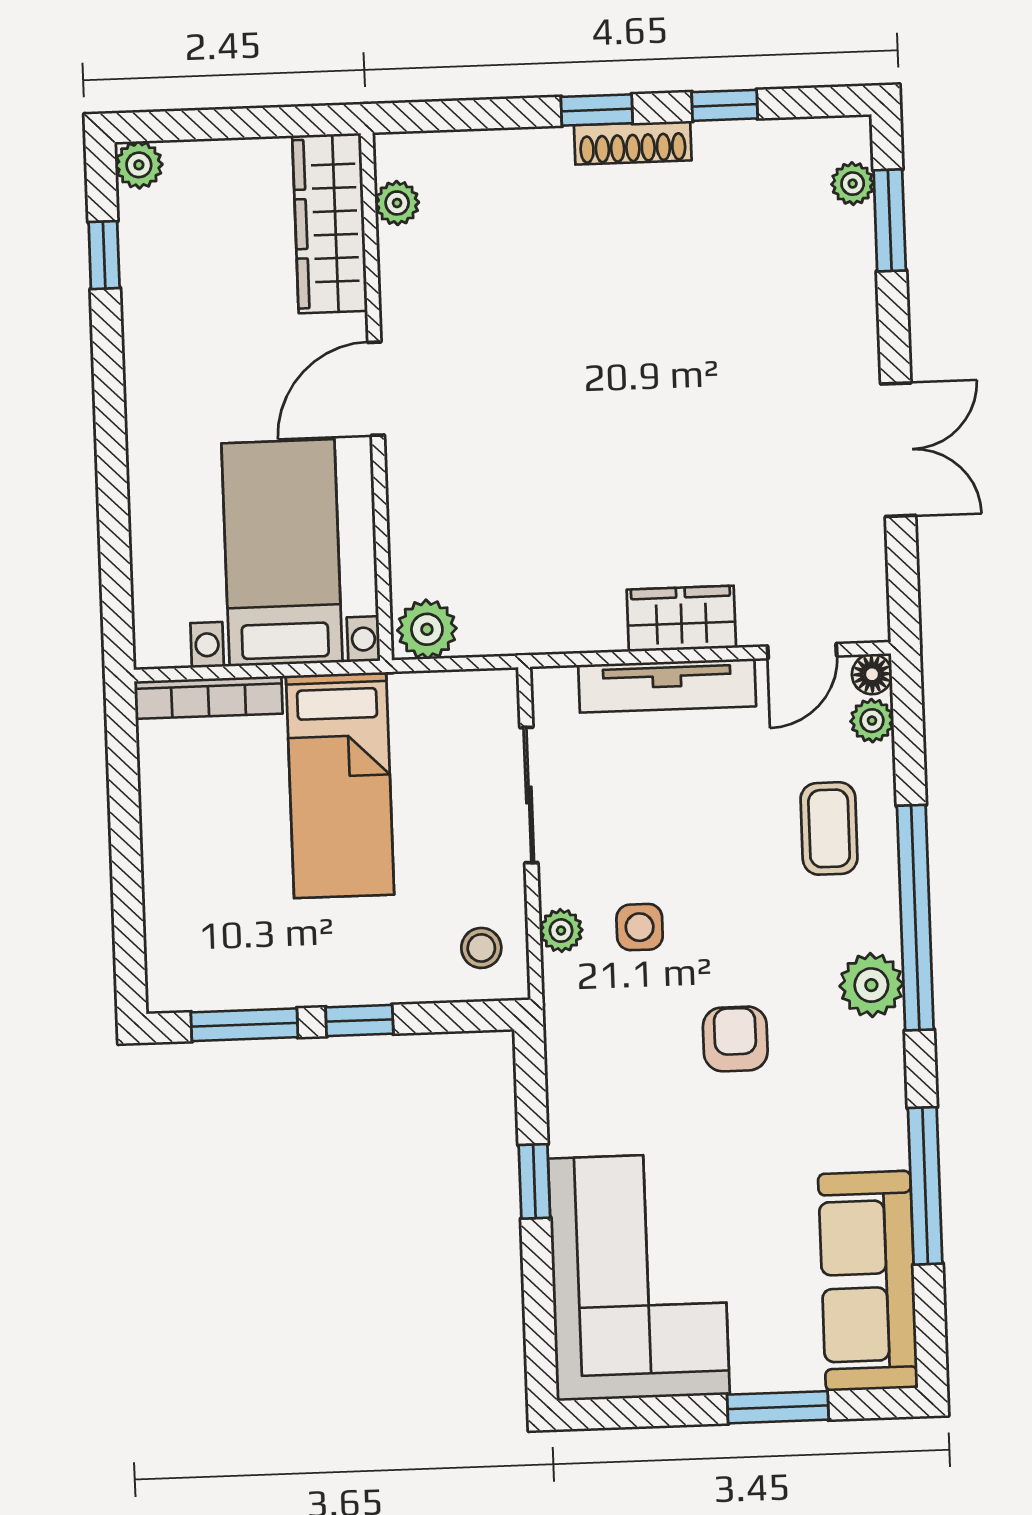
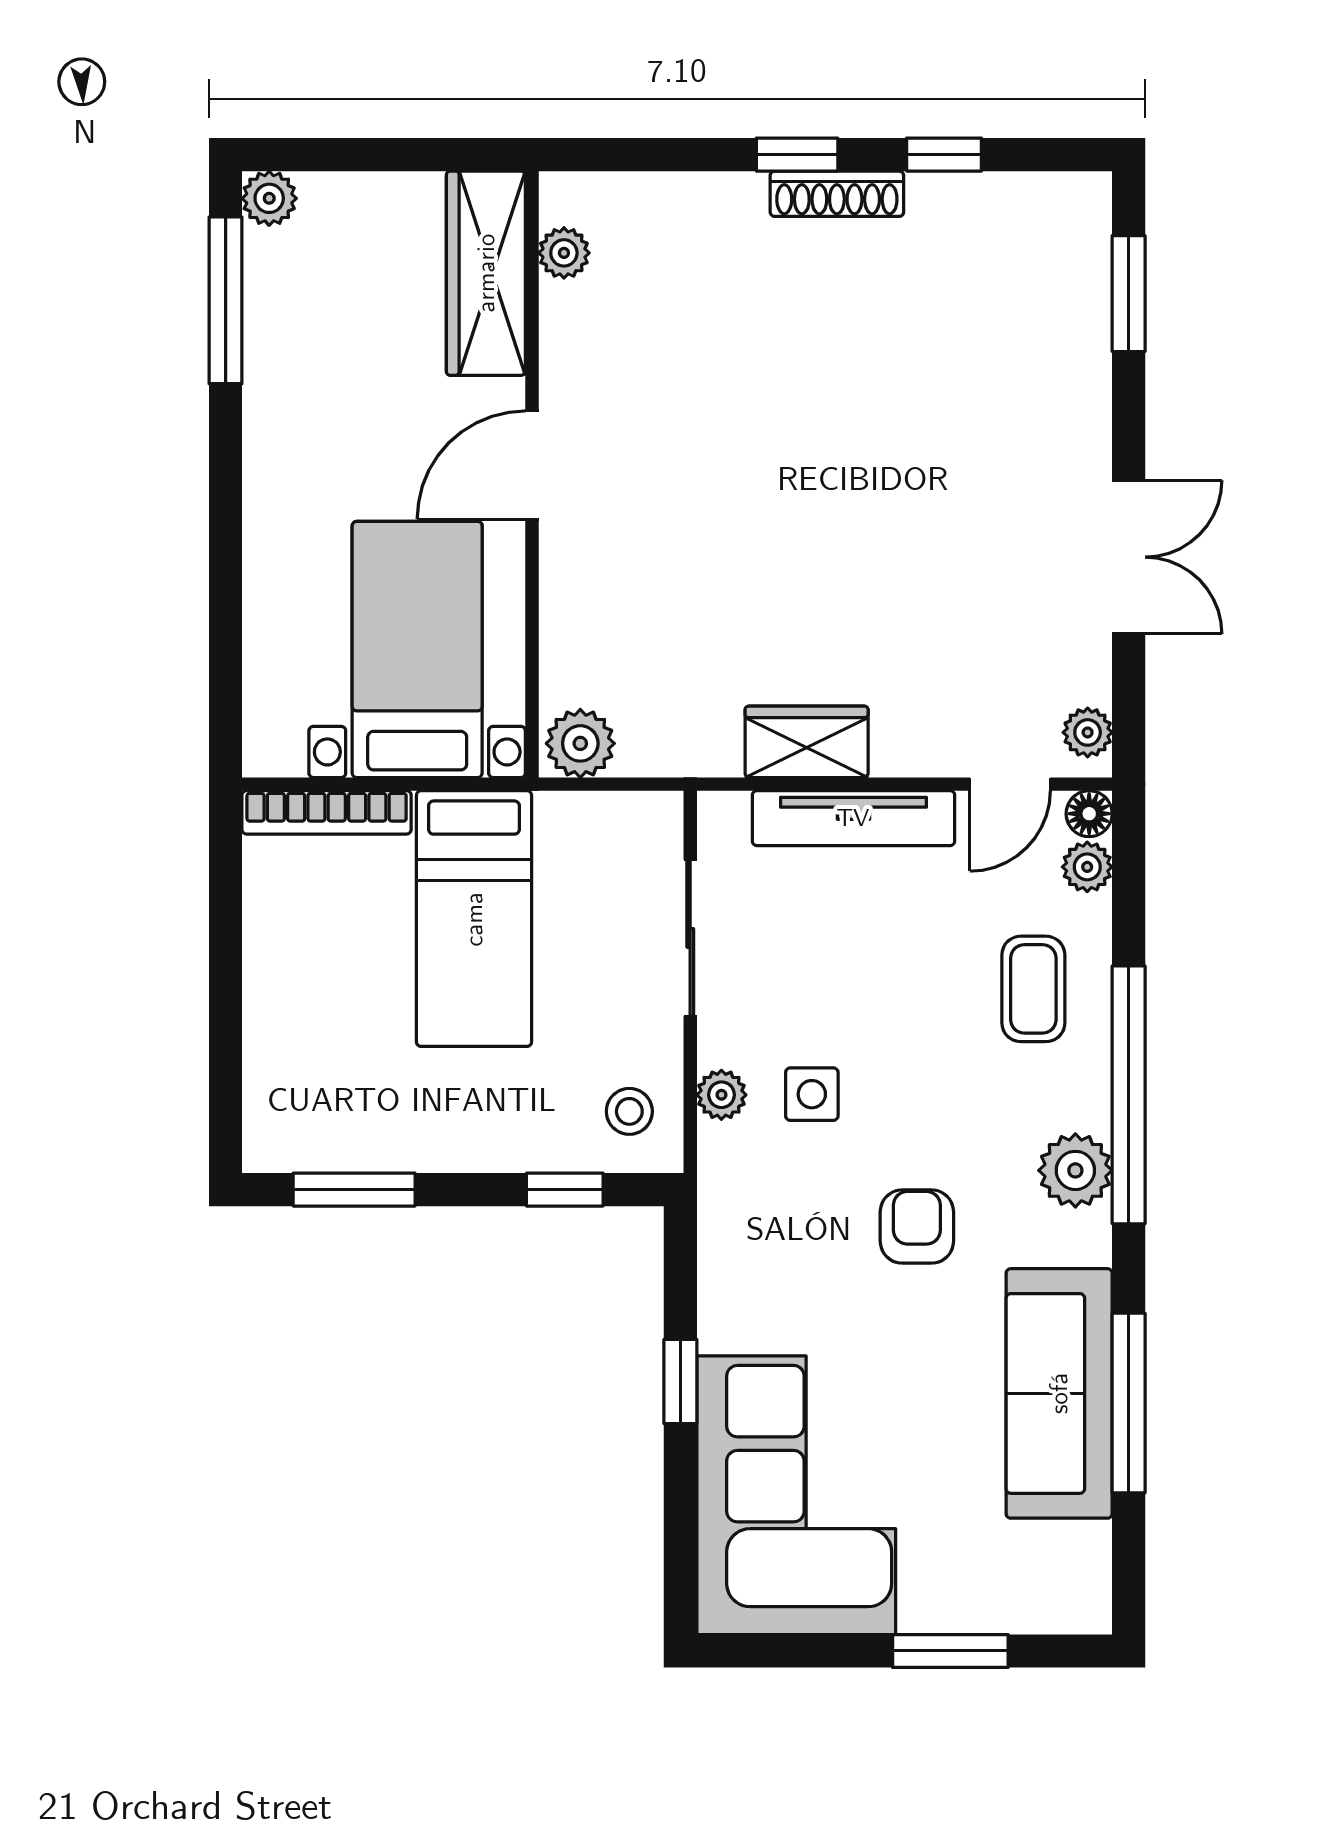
plant: (853, 184) -> (1088, 732), moved
window: (104, 255) -> (226, 300), width x2.17
wardrobe: (681, 619) -> (807, 742), moved
window: (359, 1021) -> (565, 1190), moved
sofa: (868, 1281) -> (1059, 1393), moved

